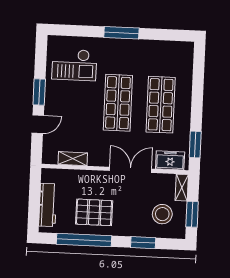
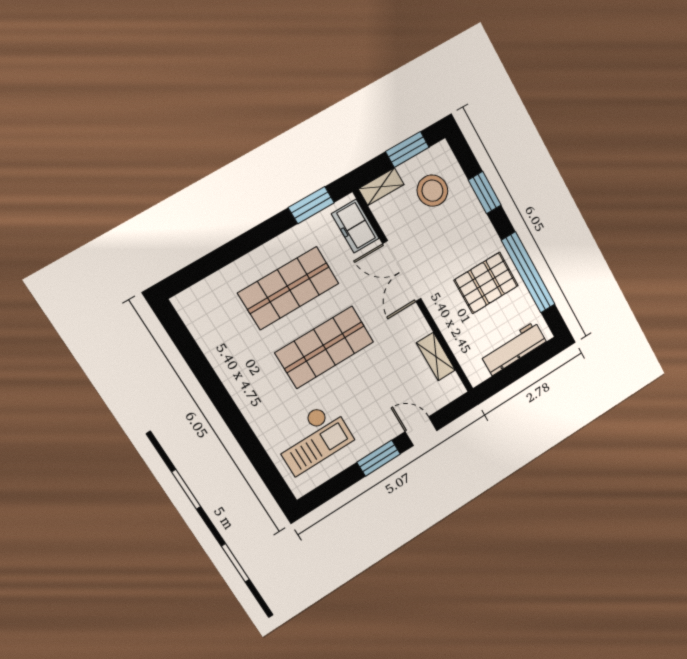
window: (121, 33) -> (226, 406), removed
checkout: (74, 65) -> (313, 438), turned 90
pallet: (94, 212) -> (486, 283), turned 90

